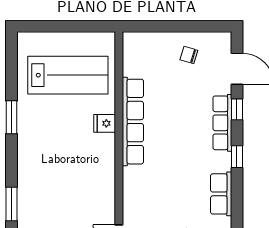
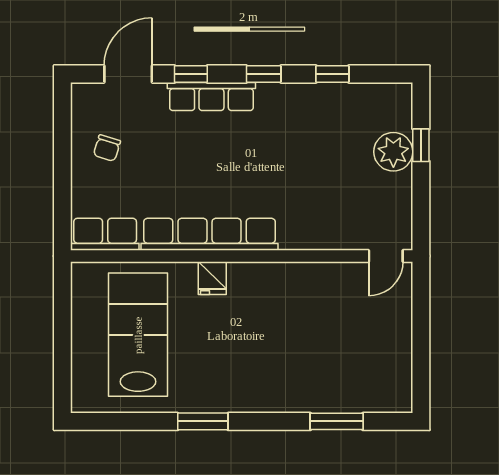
row of seats: (221, 194) -> (105, 234), moved, turned 180
window: (237, 201) -> (332, 74), added

